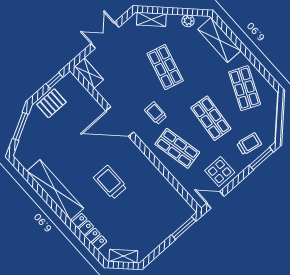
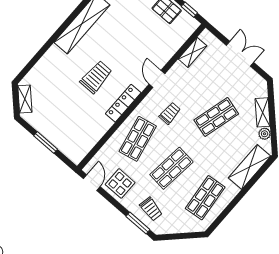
shelving: (151, 19) -> (263, 112), moved
shelving: (89, 73) -> (193, 52), moved
shop shelf: (245, 88) -> (205, 198), turned -30
door: (120, 122) -> (157, 79), width x0.53
window: (184, 228) -> (46, 142), moved
locker: (89, 232) -> (123, 103), moved, turned 180

